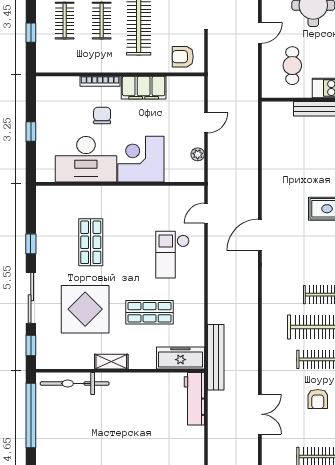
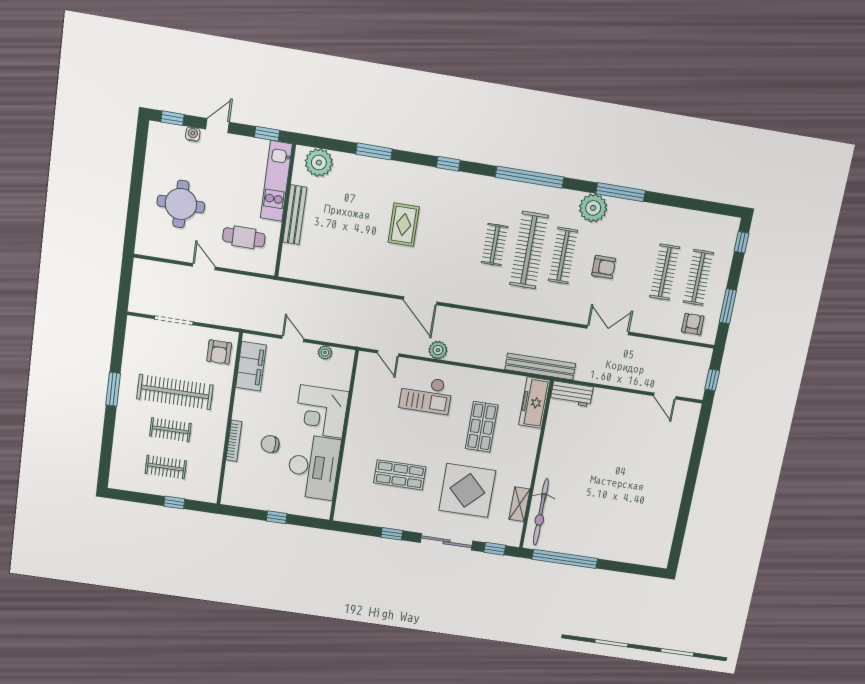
filing cabinet: (144, 88) -> (251, 366), moved
plant: (216, 259) -> (438, 350), added
shelving: (111, 362) -> (519, 504), moved
workbench: (194, 399) -> (572, 394), width x0.73

